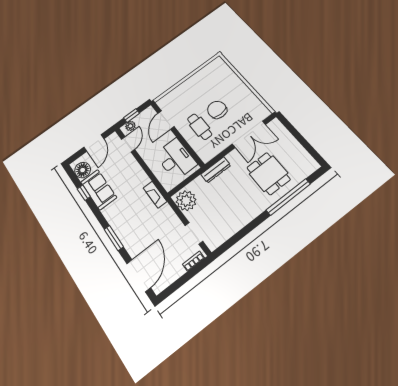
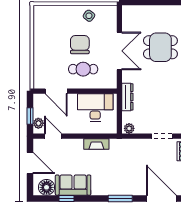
side table: (246, 99) -> (89, 16), added
chair: (217, 110) -> (80, 45), turned 90
double door: (249, 134) -> (119, 51), moved
dresser: (216, 170) -> (127, 97), moved
fireplace: (155, 195) -> (96, 144), moved
plant: (186, 201) -> (129, 128), width x0.53, depth x0.53

